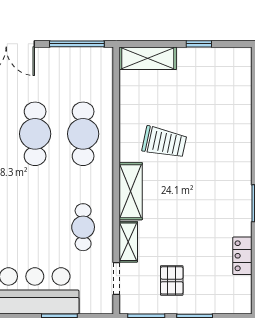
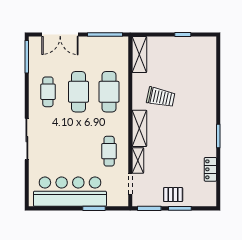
shelving: (148, 58) -> (139, 55), moved, turned 90
pallet: (172, 280) -> (173, 195), moved, turned 90

